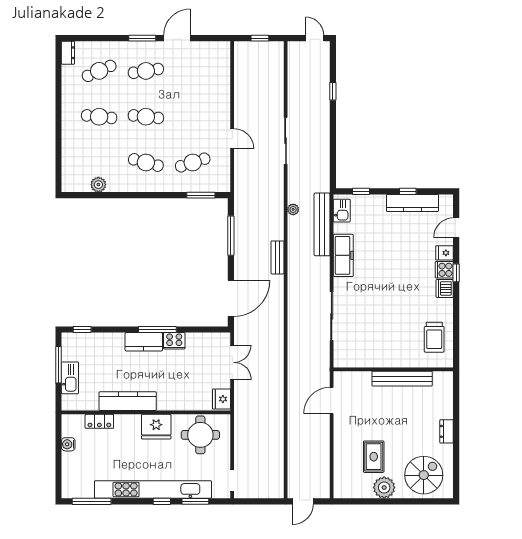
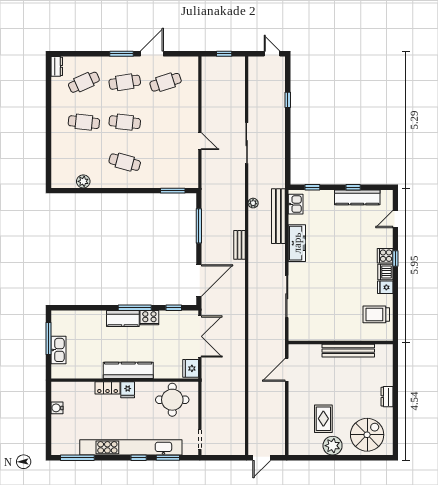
cafe table: (193, 162) -> (166, 82), moved
fridge: (445, 253) -> (385, 287), moved
window: (82, 330) -> (174, 308), moved
trolley: (434, 337) -> (376, 314), turned 90
double door: (232, 362) -> (200, 336), width x1.37
kitchen counter: (128, 401) -> (128, 370), moved
locker: (99, 421) -> (108, 388), moved
fridge: (156, 427) -> (128, 390), width x0.53, depth x0.75

